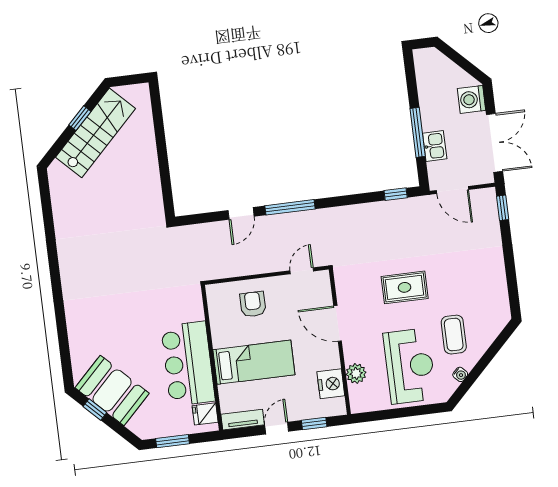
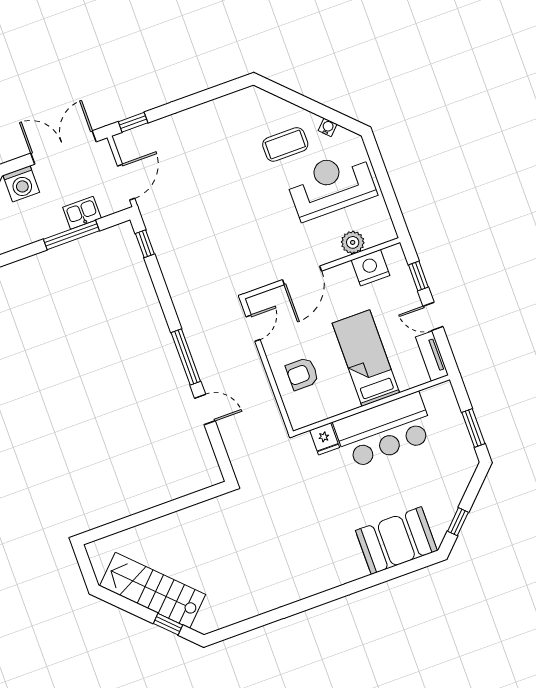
window: (80, 118) -> (168, 624), moved
door: (302, 271) -> (253, 328), swing flipped
rug: (405, 287) -> (246, 211), removed
booth: (112, 390) -> (396, 541), moved, turned 45
fridge: (205, 414) -> (325, 439), moved

